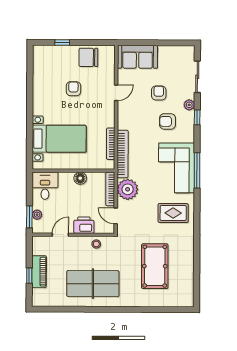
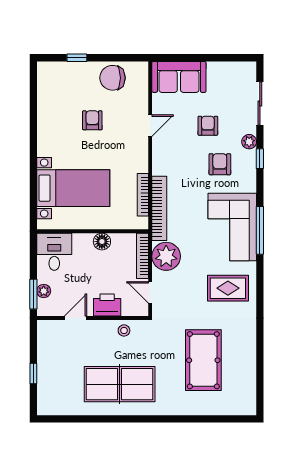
armchair: (168, 121) -> (220, 164), turned 90
piano: (39, 272) -> (47, 368), removed

